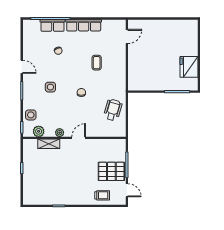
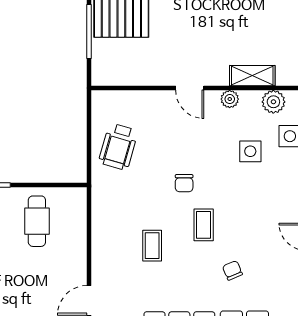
coffee table: (72, 73) -> (204, 225), added
cafe table: (152, 74) -> (37, 221), added
side table: (50, 87) -> (250, 151), moved
door: (79, 138) -> (190, 88), hinge flipped

